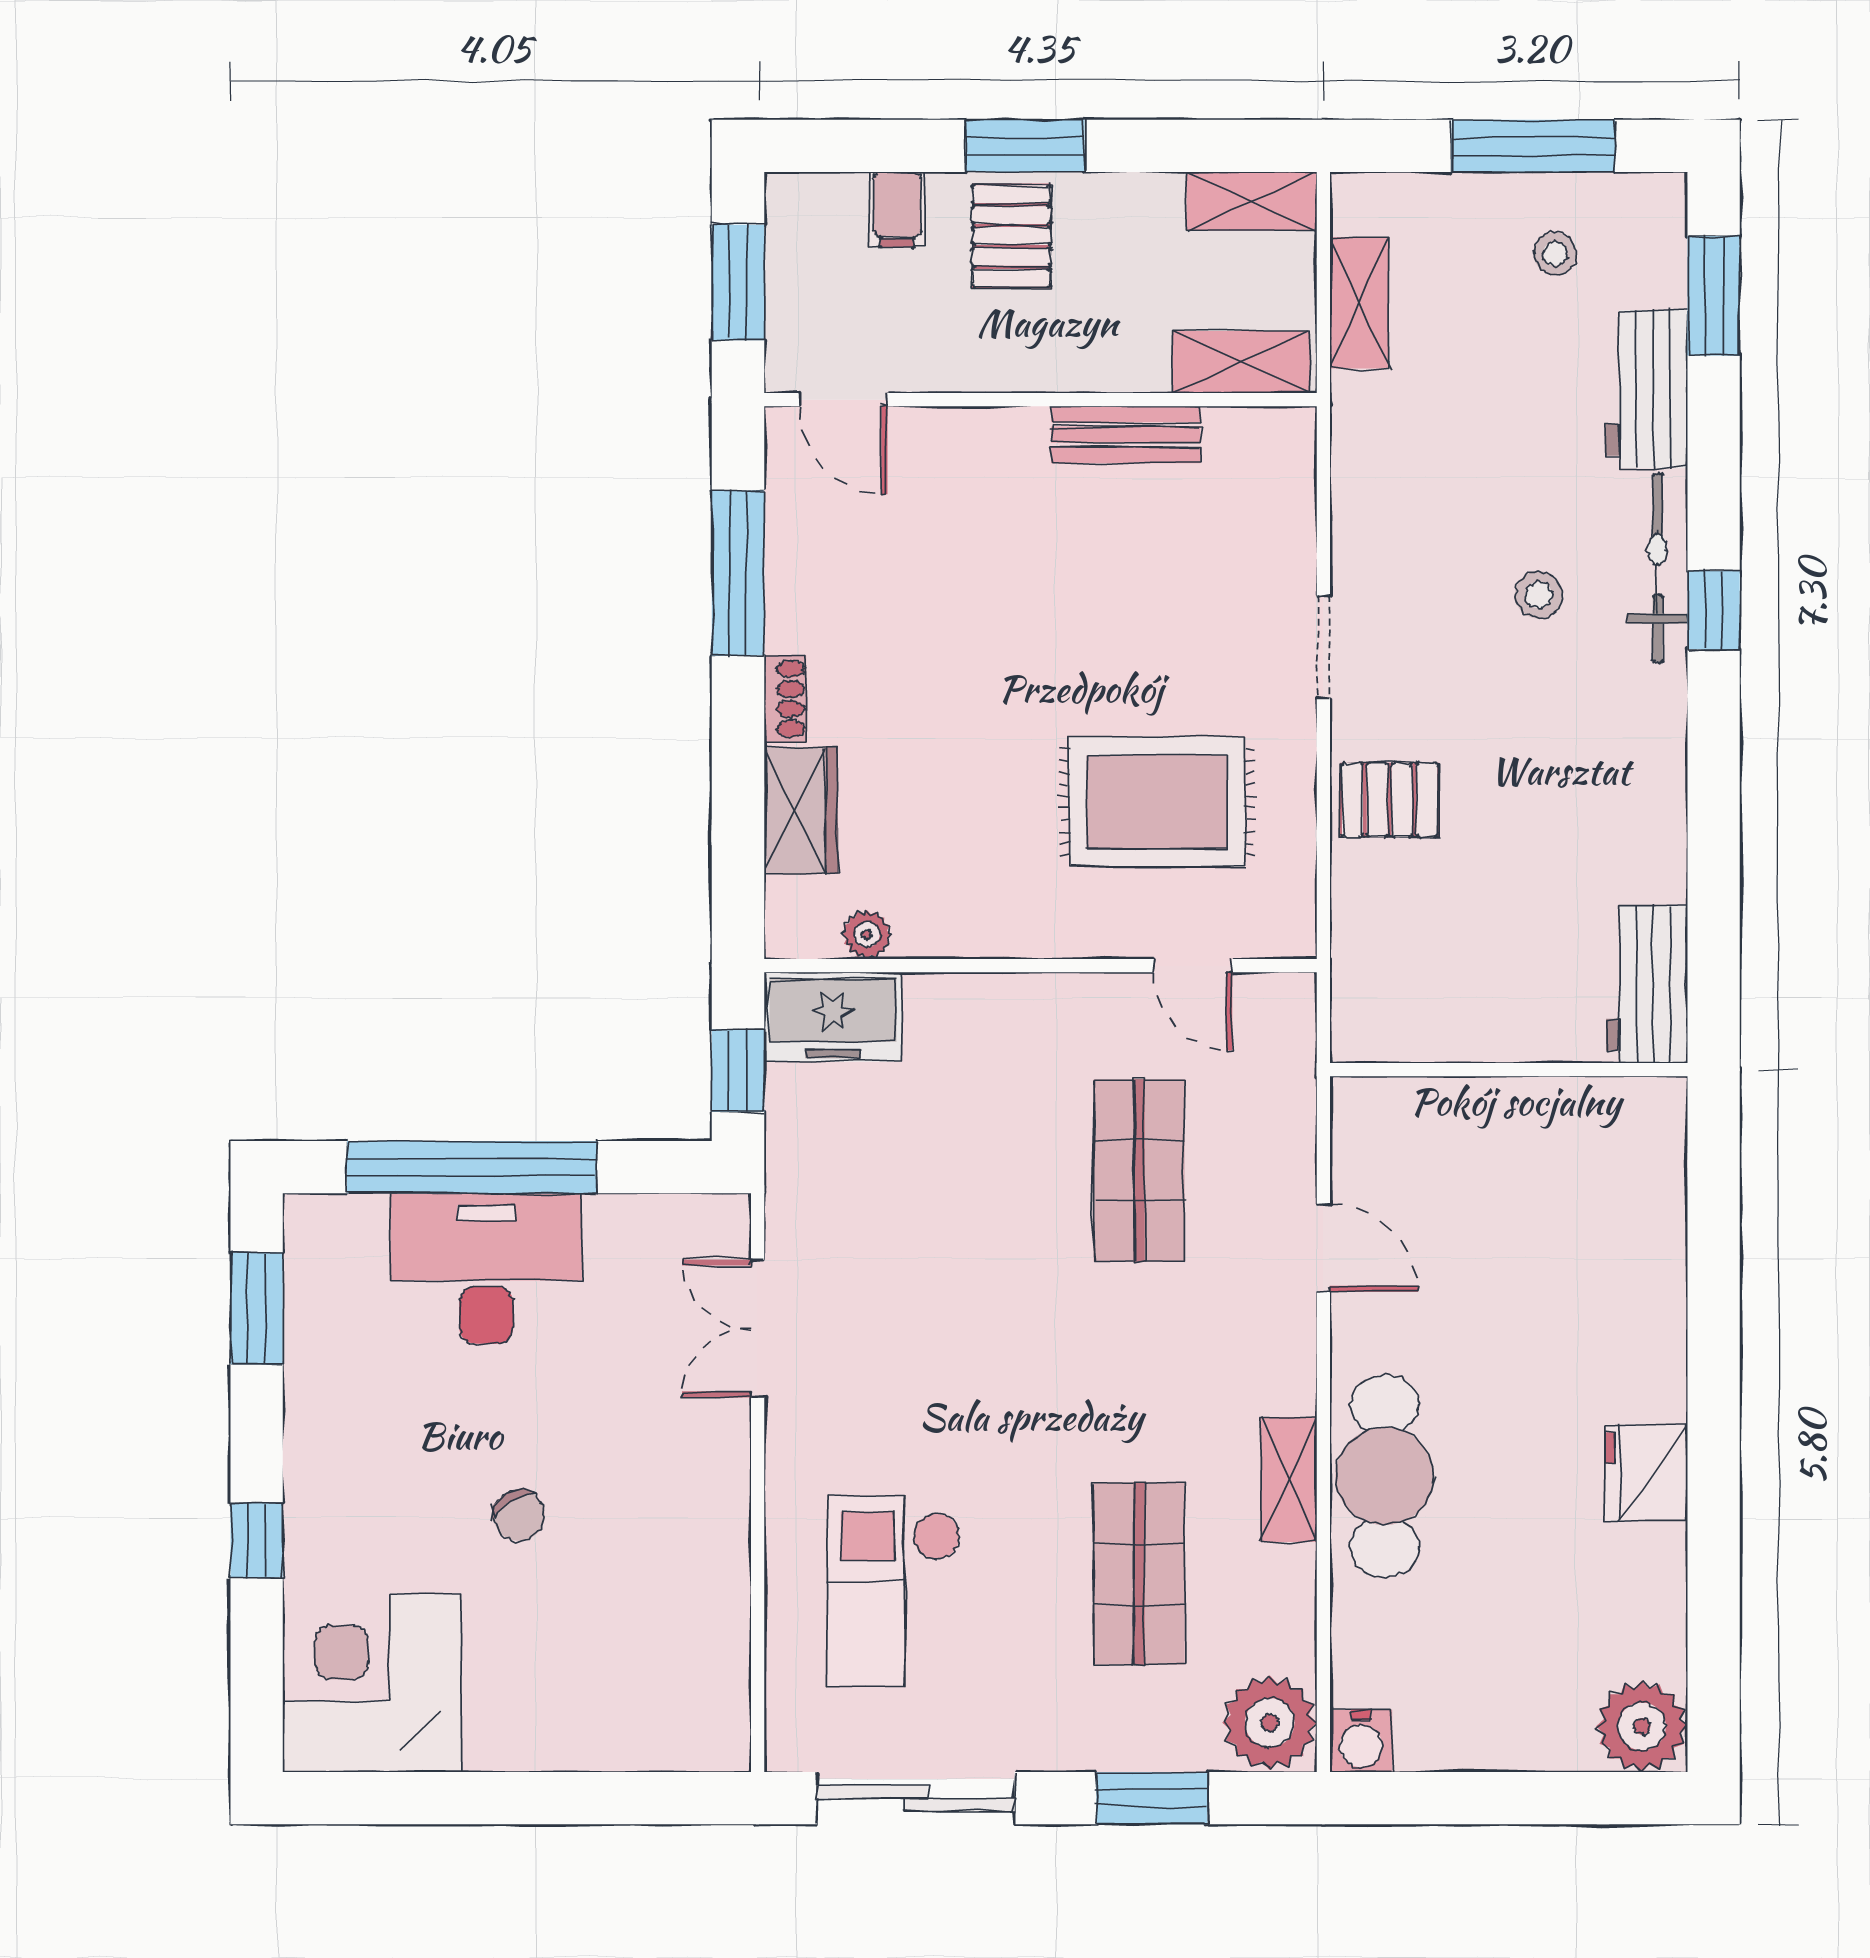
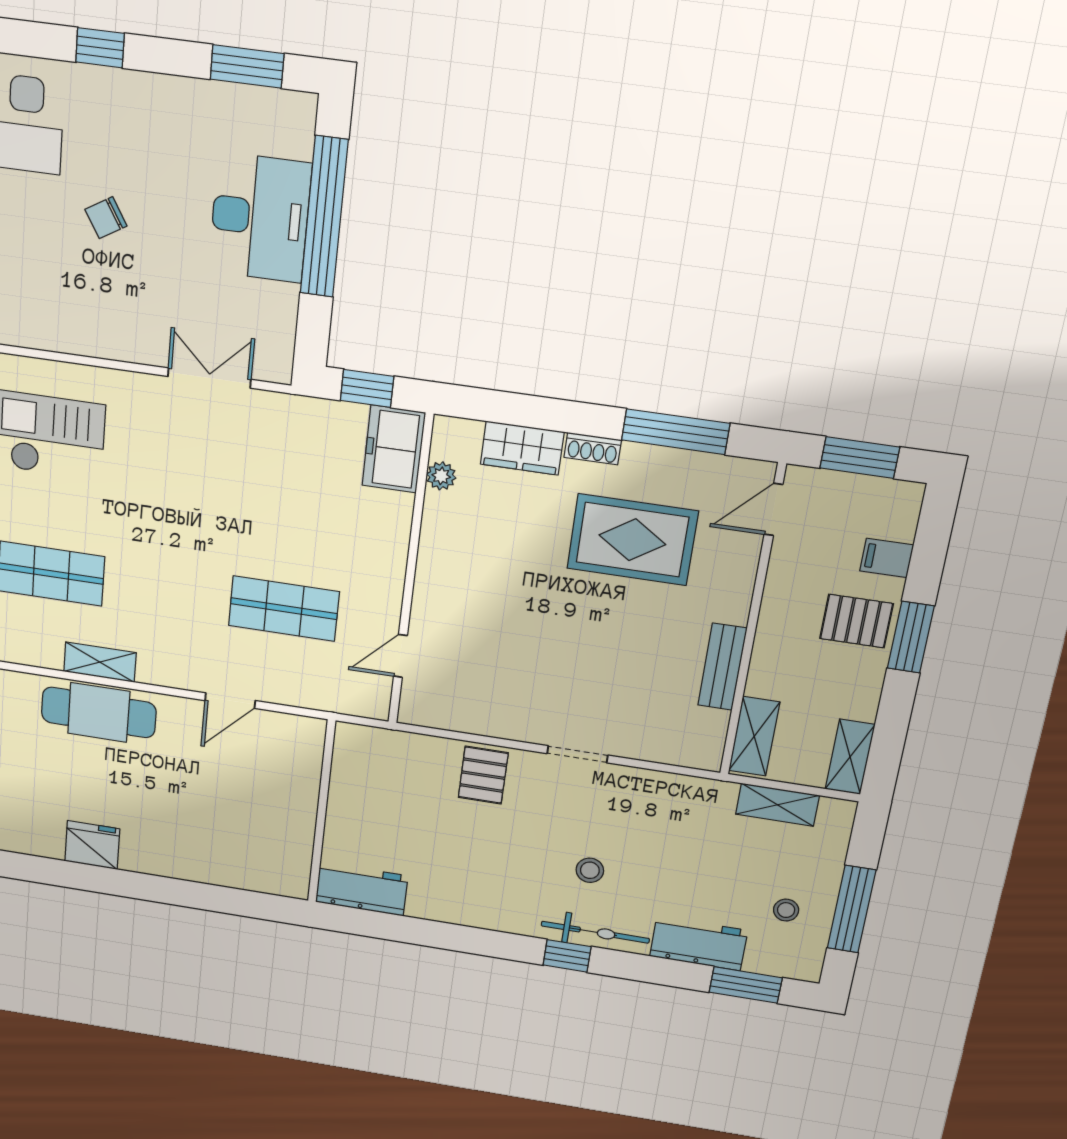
rug: (1157, 802) -> (632, 540), moved, turned 90

